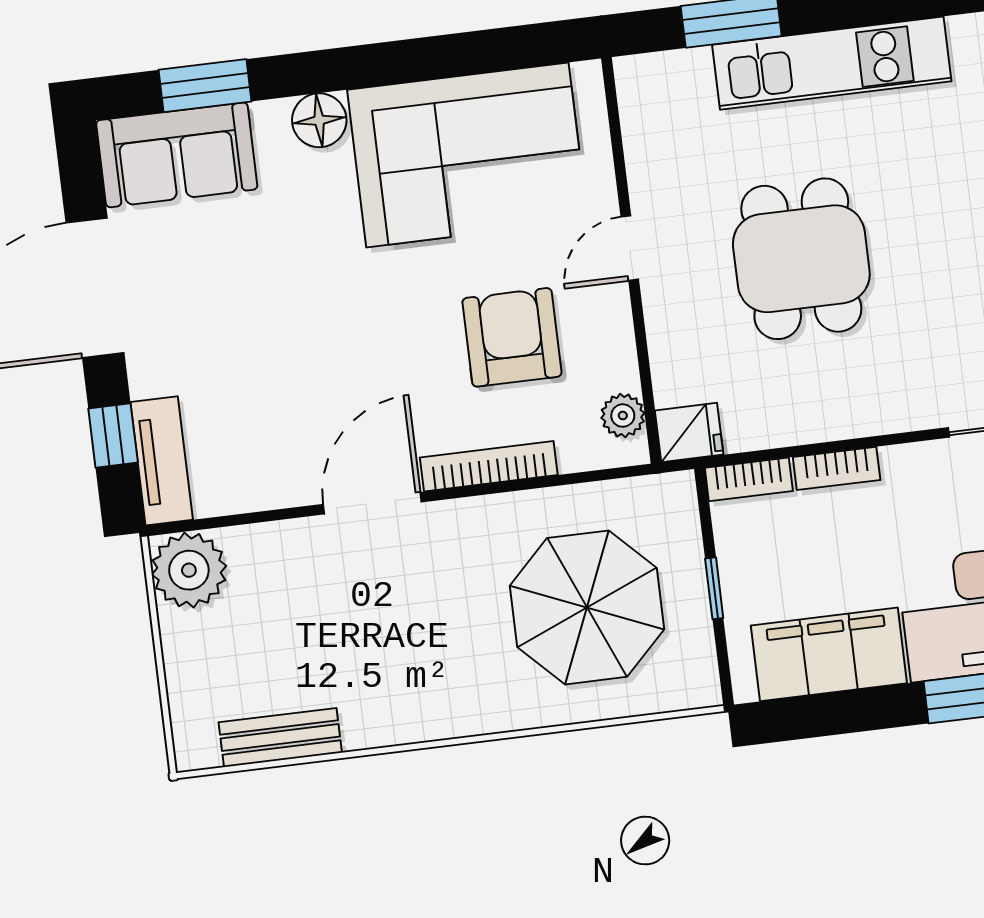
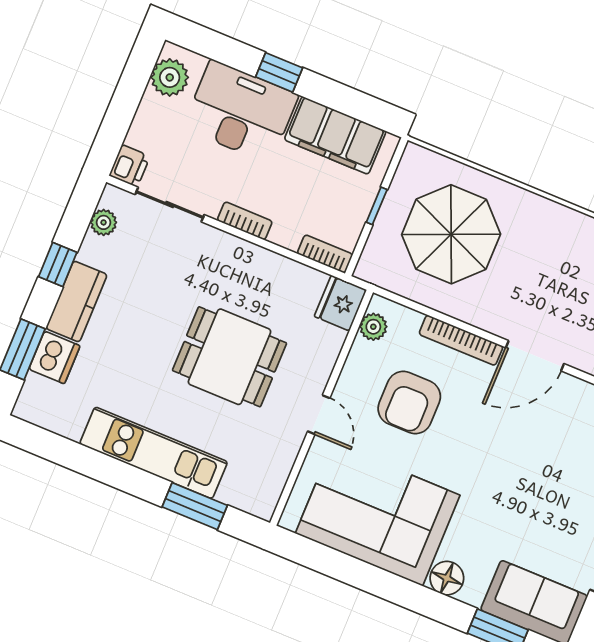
door: (630, 248) -> (319, 415), hinge flipped
dining table: (801, 259) -> (230, 357), turned 90
fridge: (689, 433) -> (340, 303), width x1.38
bookcase: (837, 468) -> (245, 221), moved

